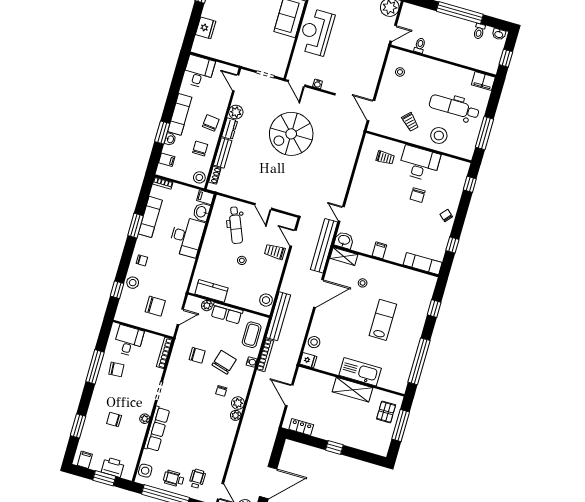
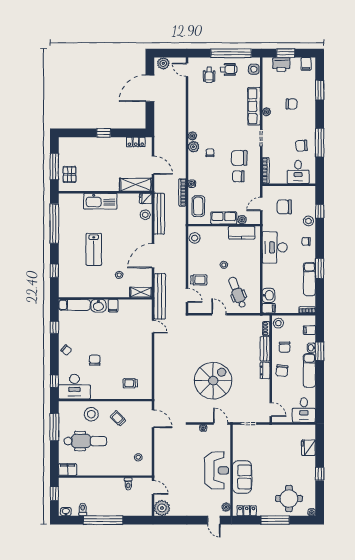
door: (393, 33) -> (153, 487), swing flipped
plant: (236, 112) -> (264, 386), removed
desk: (419, 163) -> (74, 387), moved
desk: (187, 237) -> (275, 247), moved
washbasin: (344, 240) -> (98, 306), moved
bench: (278, 316) -> (159, 214), moved
chair: (224, 362) -> (239, 158), moved, turned 74
shelving: (352, 390) -> (136, 185), moved

